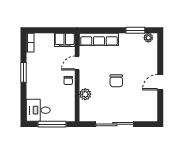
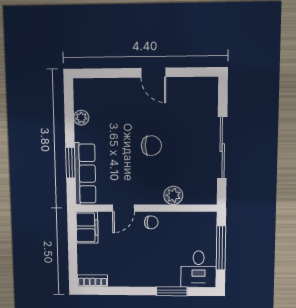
window: (135, 30) -> (70, 163), moved
plant: (148, 38) -> (81, 118), moved
door: (77, 63) -> (123, 208), hinge flipped
window: (23, 72) -> (172, 291), moved

